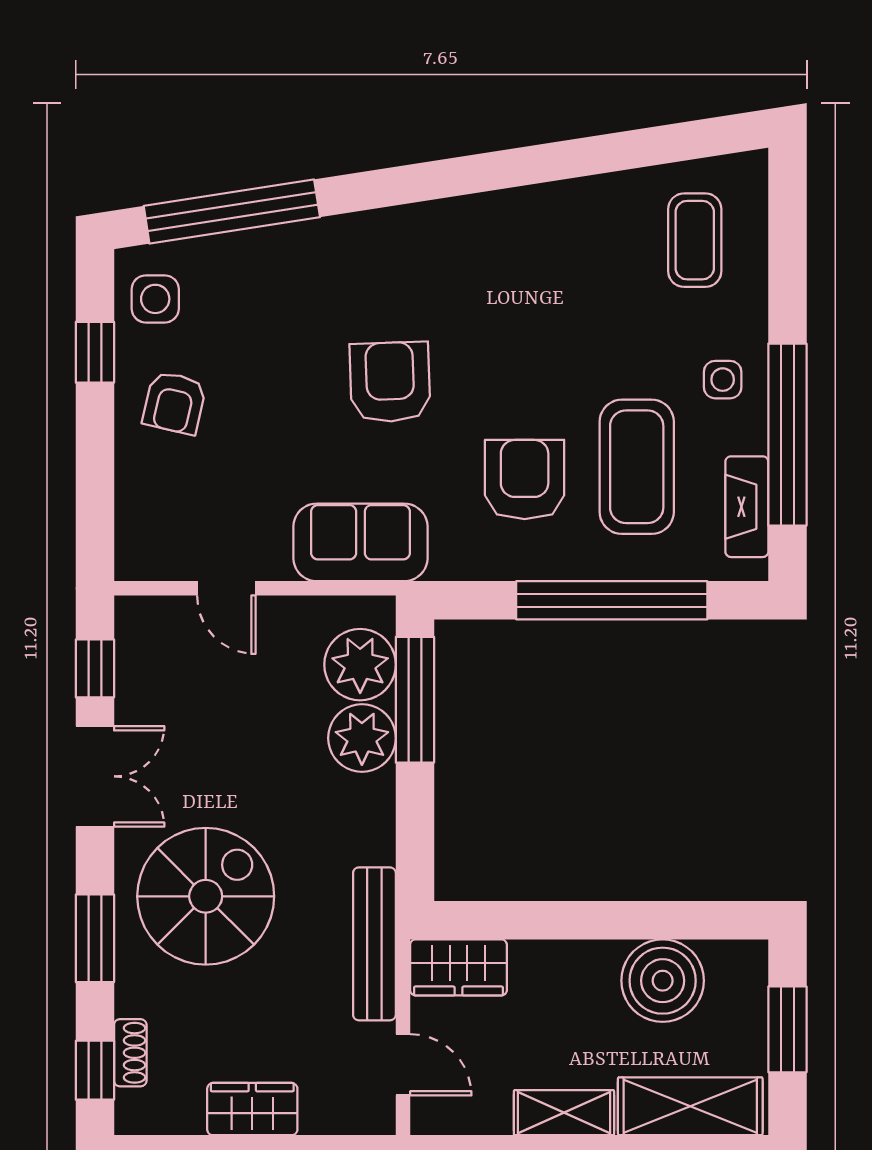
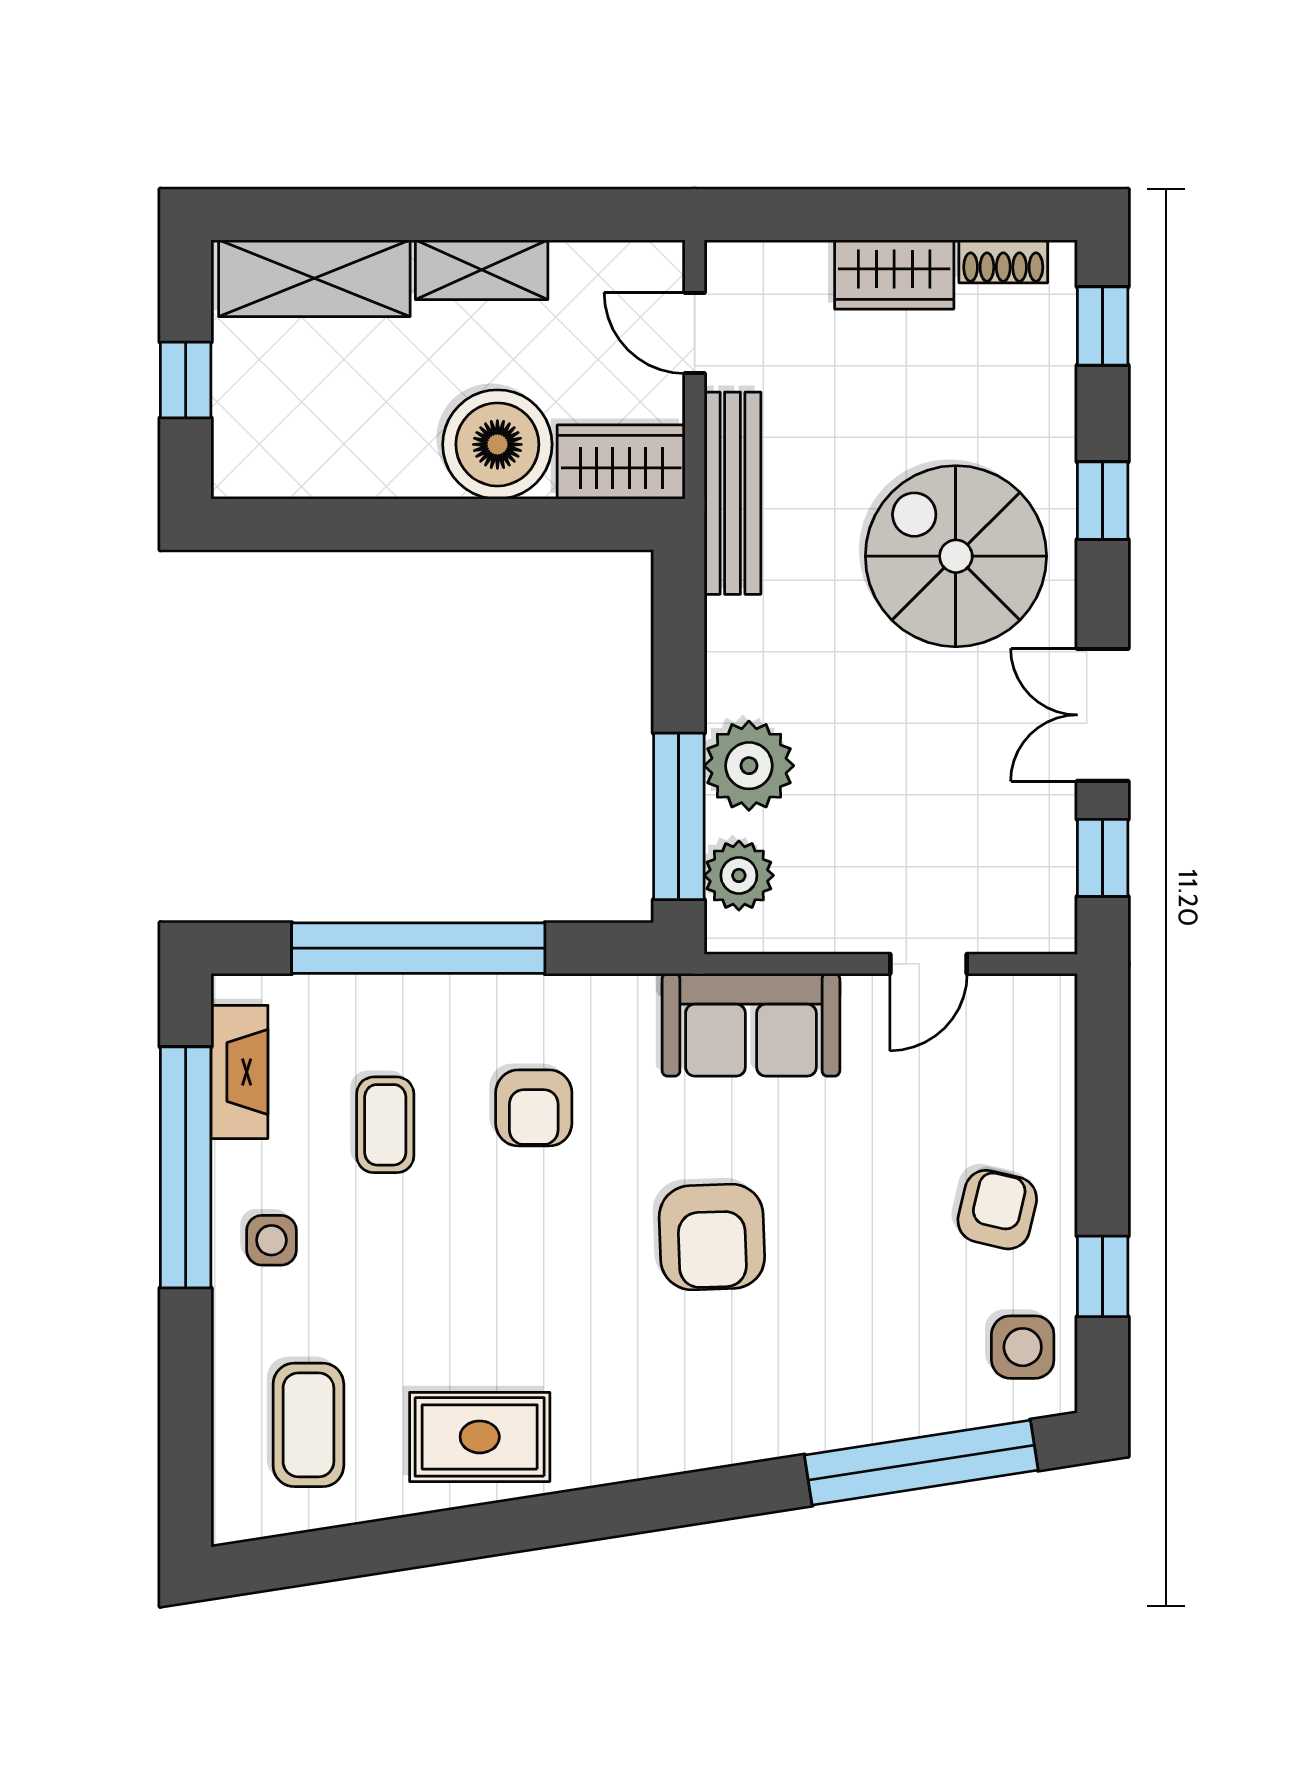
rug: (565, 231) -> (480, 1437), added
coffee table: (637, 467) -> (385, 1125), width x0.54, depth x0.58
armchair: (525, 480) -> (534, 1108), width x0.72, depth x0.72
door: (226, 588) -> (929, 964), swing flipped
plant: (360, 665) -> (739, 875), width x0.73, depth x0.73
spiral stairs: (206, 896) -> (956, 556), turned 90
window: (95, 938) -> (1103, 501), width x0.67
boiler: (663, 981) -> (497, 444), moved
window: (787, 1029) -> (186, 380), width x0.67
shoe rack: (130, 1053) -> (1003, 261), moved, turned -90

